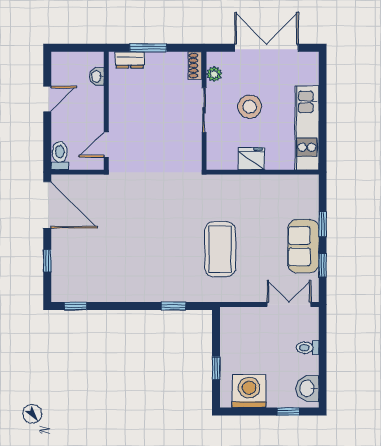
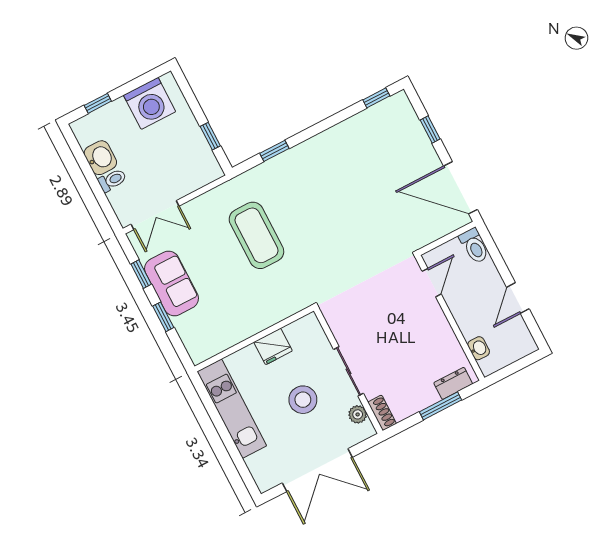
window: (216, 368) -> (210, 136), moved
washbasin: (308, 388) -> (100, 158), moved

